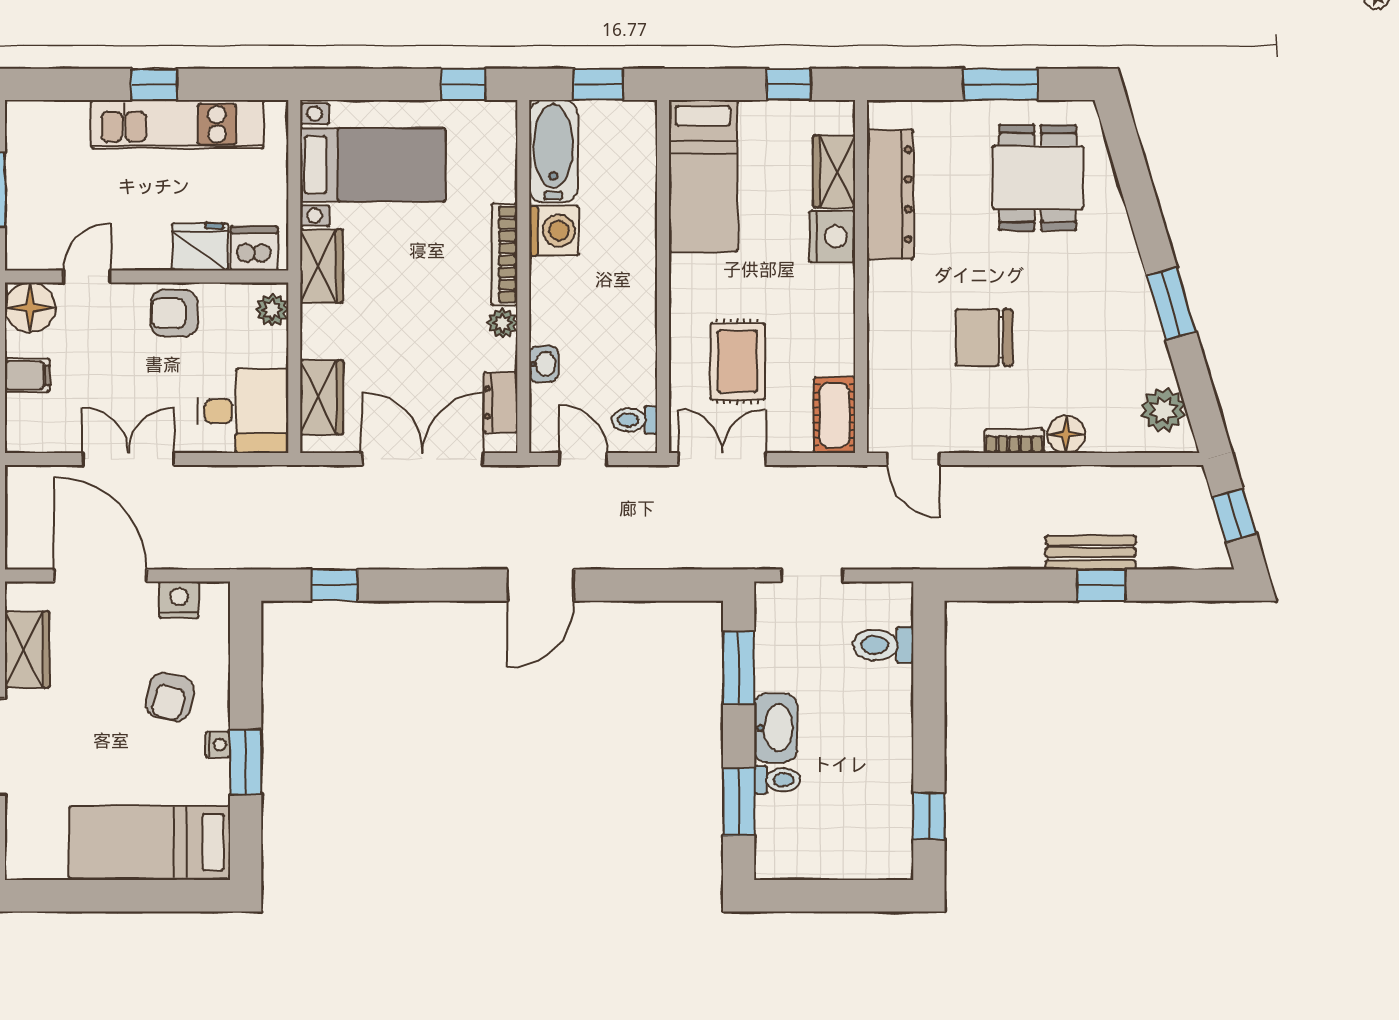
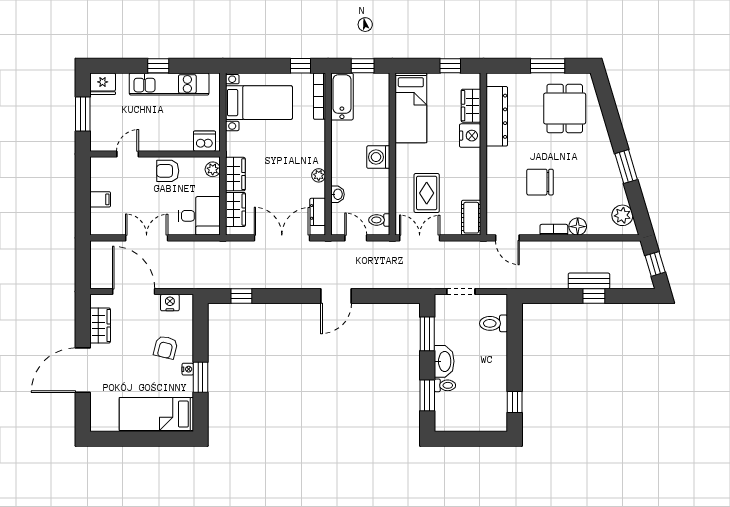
washing machine: (554, 231) -> (378, 157), moved, turned 180
fridge: (200, 247) -> (103, 84), moved, turned 180
bookcase: (504, 254) -> (319, 96), moved
wardrobe: (321, 266) -> (235, 174), moved
floor lamp: (30, 308) -> (101, 168), removed

